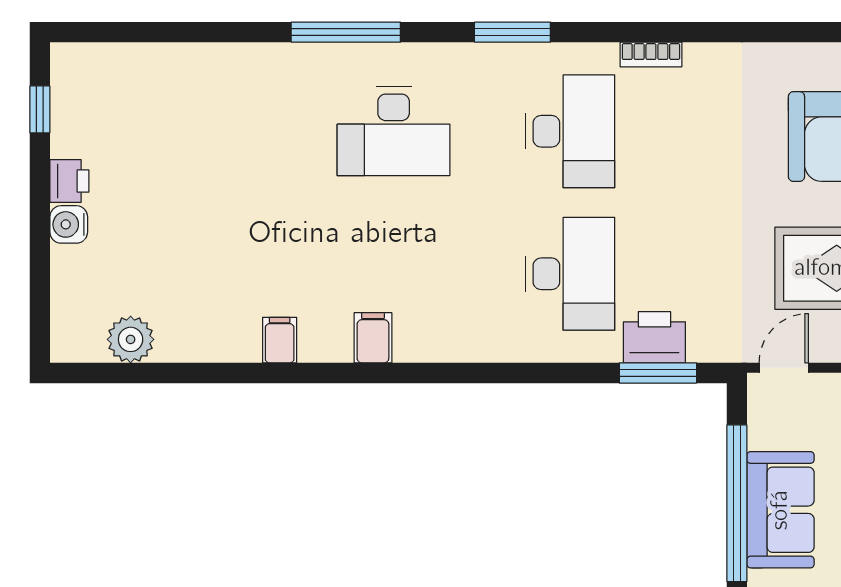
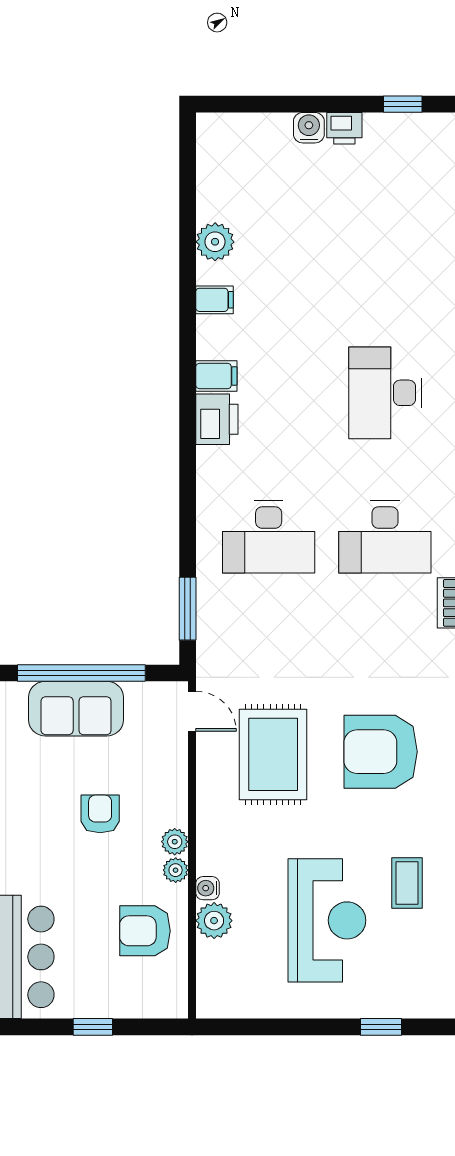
printer: (654, 337) -> (217, 419), moved
plant: (131, 339) -> (215, 242), moved

